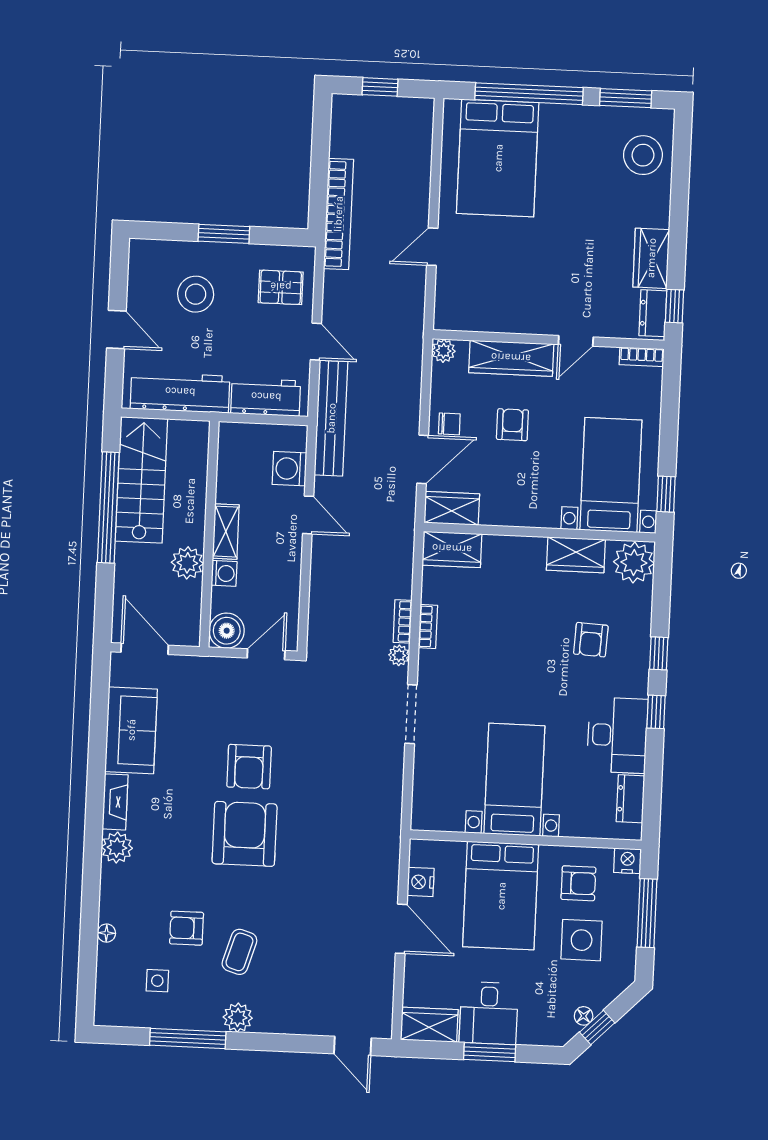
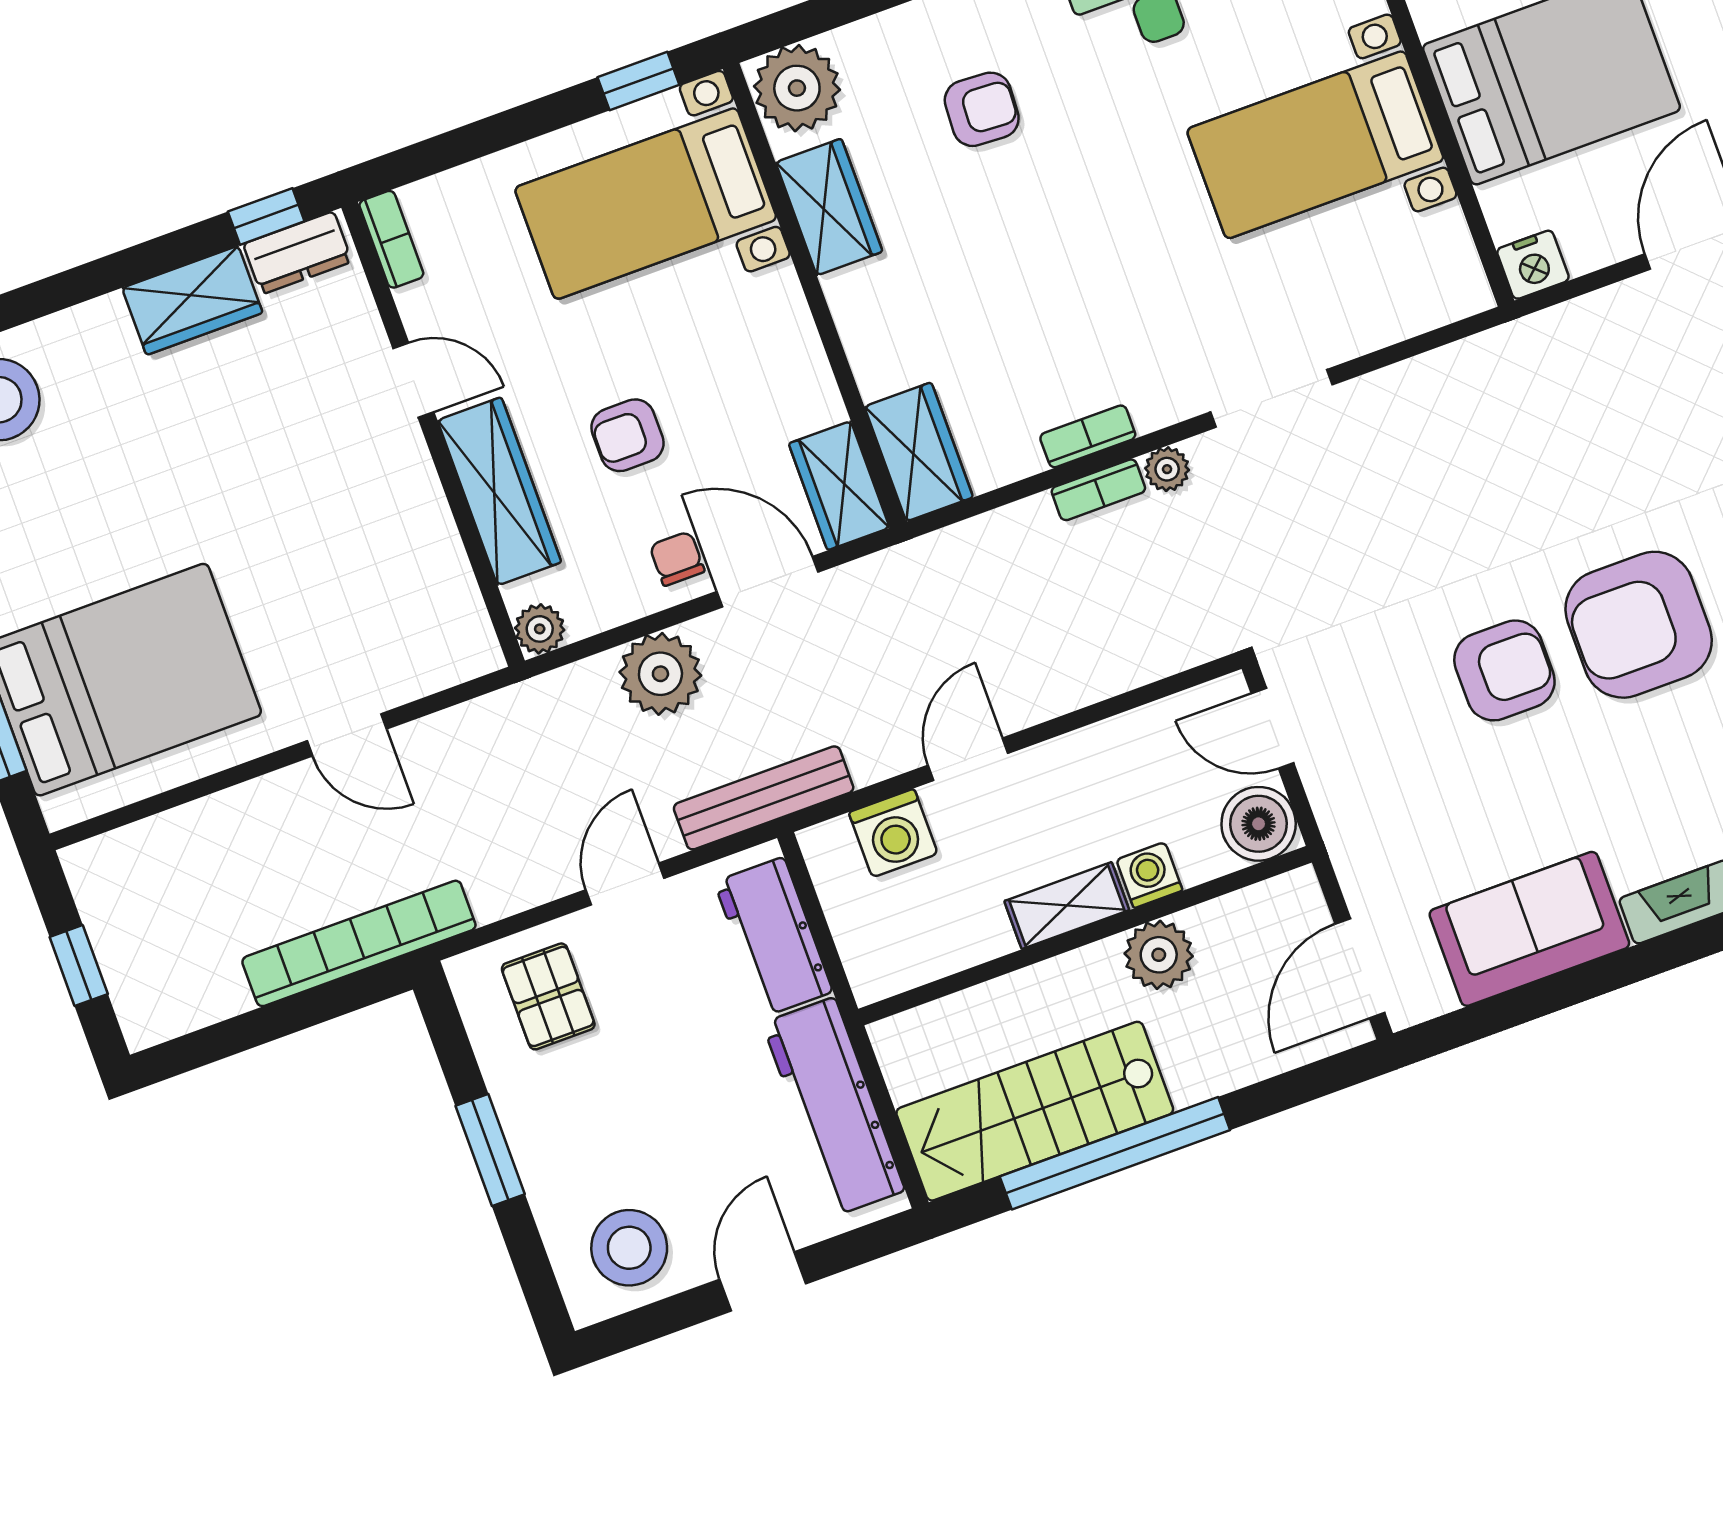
stool: (196, 294) -> (629, 1248), moved
plant: (402, 396) -> (660, 674), added
bench: (331, 418) -> (764, 798), width x0.73, depth x0.82
nightstand: (421, 882) -> (1533, 265), moved

